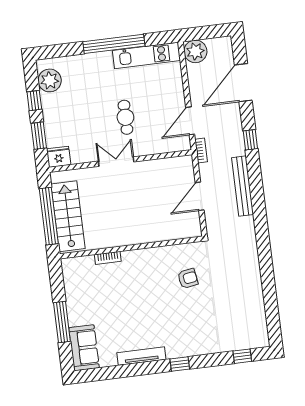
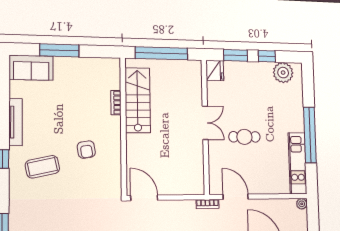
plant: (195, 51) -> (302, 204), width x0.53, depth x0.53
door: (200, 196) -> (144, 198), moved
stairs: (68, 216) -> (138, 100), moved, turned -90
armchair: (188, 278) -> (86, 150), moved
coffee table: (183, 324) -> (42, 167), added

